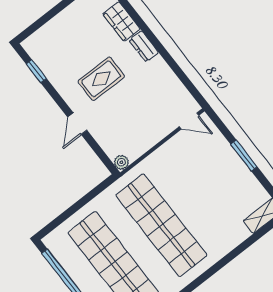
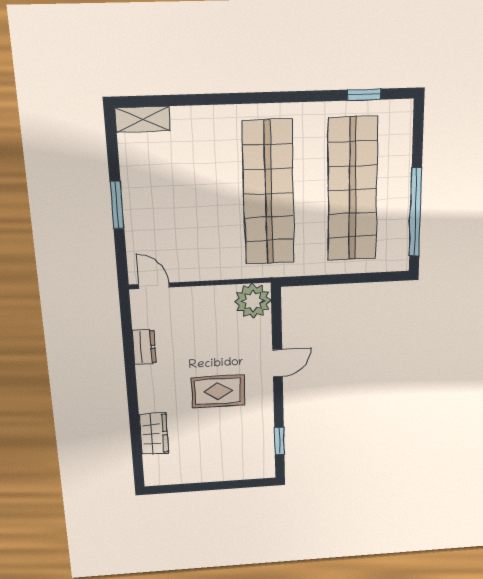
dresser: (144, 46) -> (144, 347), moved
plant: (121, 162) -> (253, 301), width x1.88, depth x1.88

